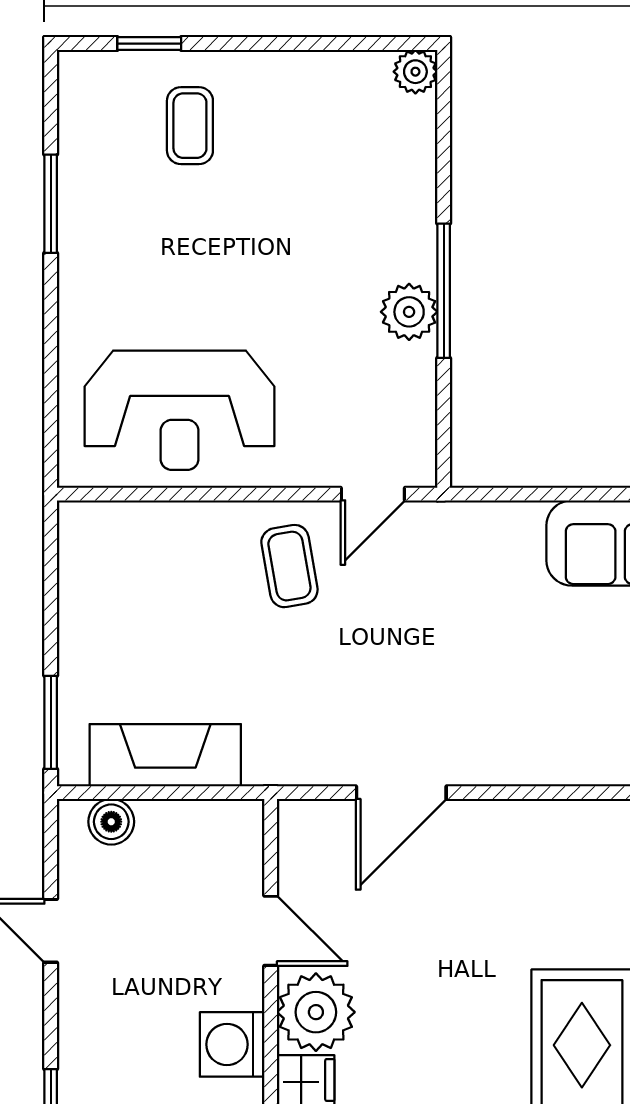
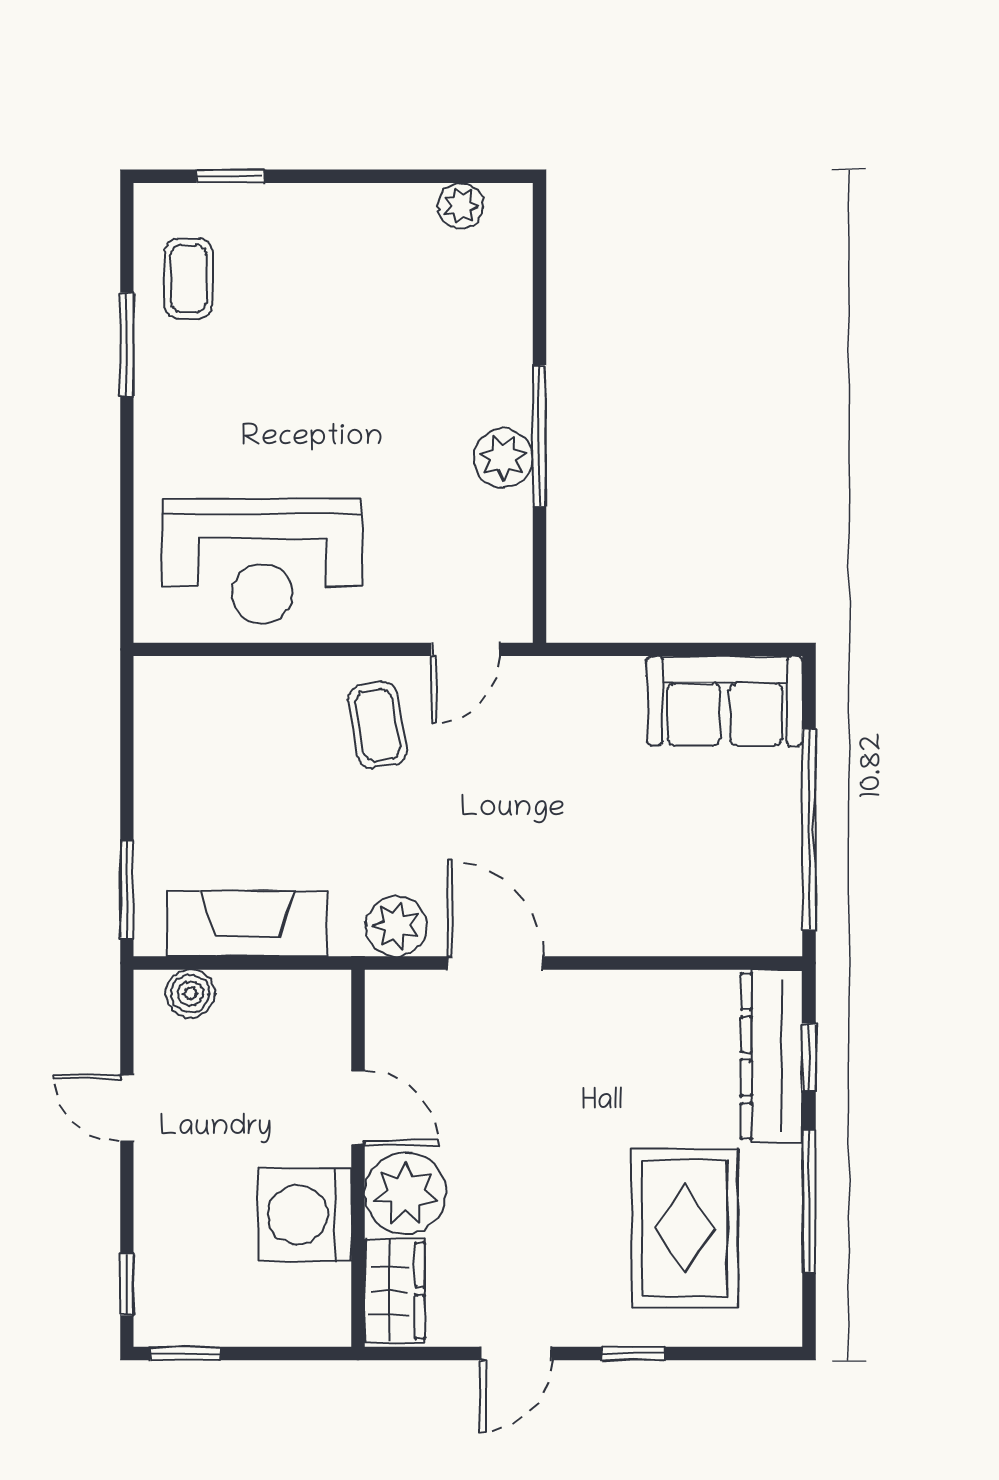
plant: (415, 72) -> (461, 206), moved
coffee table: (190, 126) -> (189, 279), moved
plant: (307, 758) -> (396, 926), added
door: (401, 793) -> (495, 963), swing flipped
washing machine: (232, 1044) -> (305, 1215), width x1.37, depth x1.37

